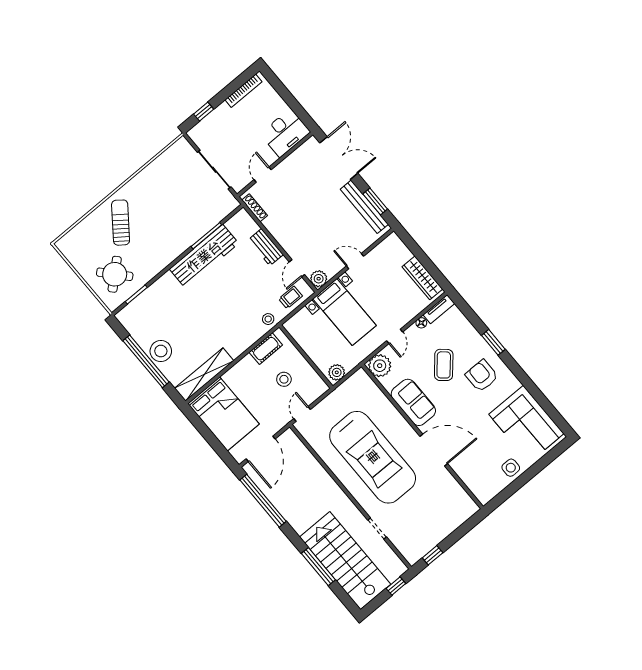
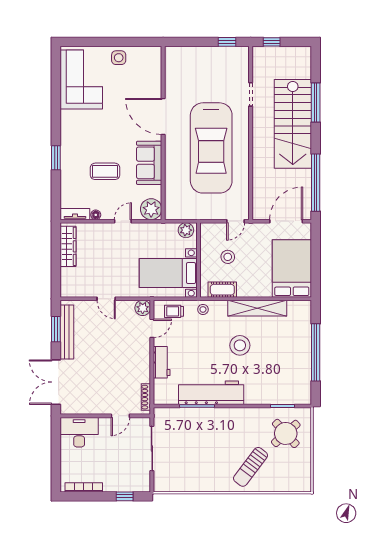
bed with nightstands: (345, 312) -> (168, 273), moved, turned -90
stool: (161, 351) -> (240, 345), moved
coffee table: (444, 365) -> (105, 171), turned 49
shelving: (204, 374) -> (257, 308), moved
armchair: (482, 376) -> (84, 141), removed
car: (373, 457) -> (211, 148), turned 180
stairs: (345, 561) -> (293, 124), moved

